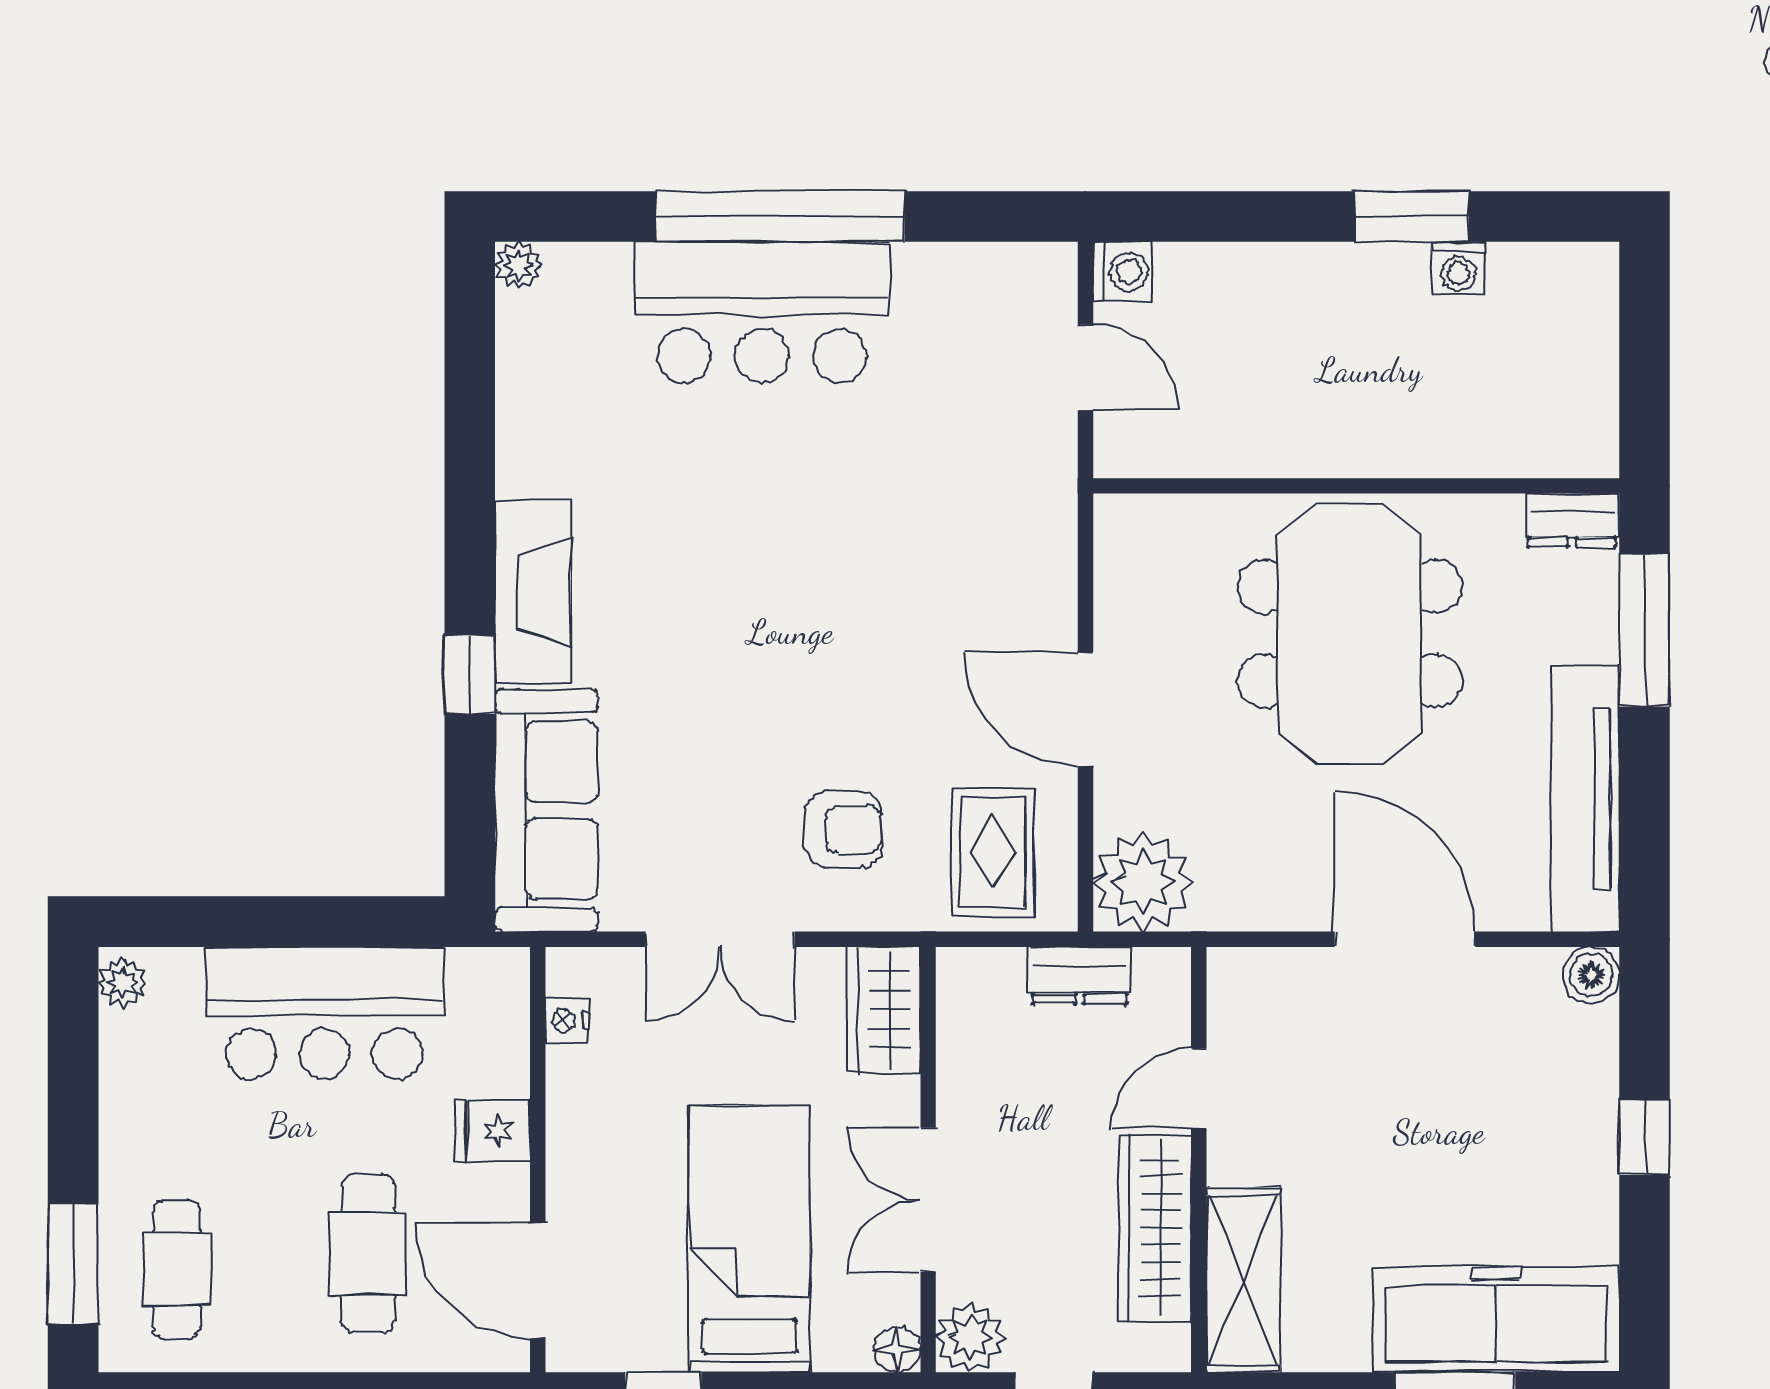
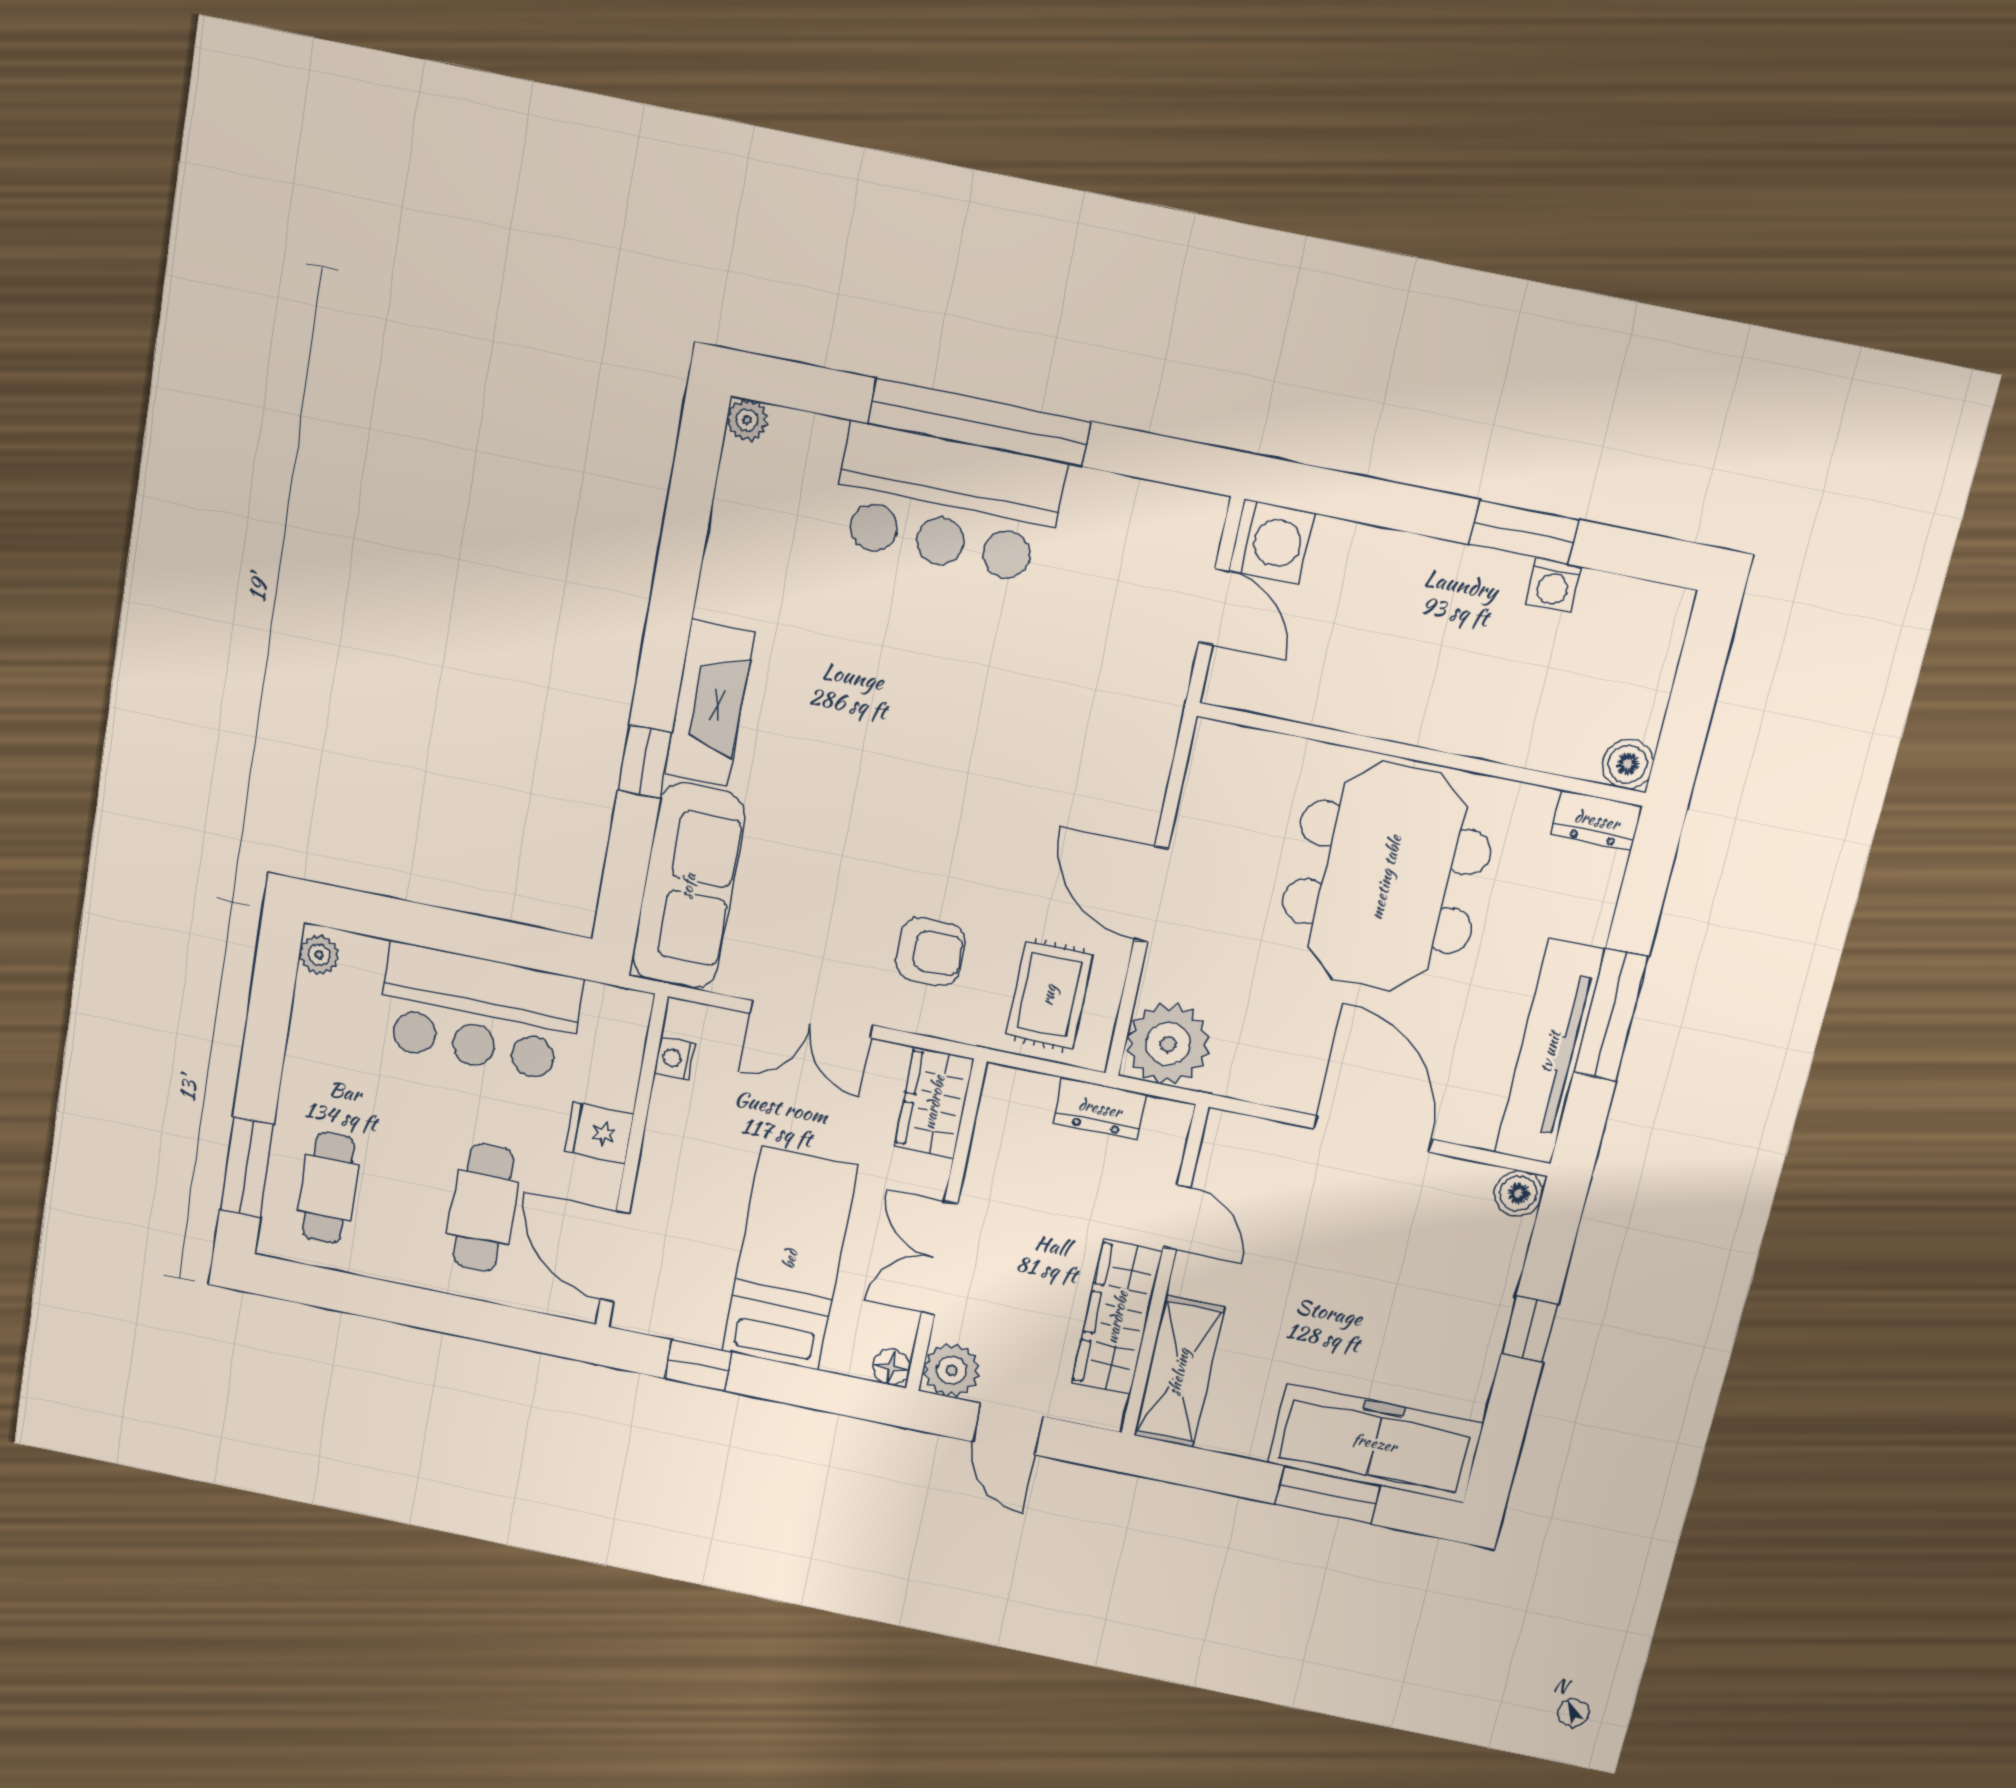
washing machine: (1123, 271) -> (1271, 542), width x1.38, depth x1.38
boiler: (1591, 450) -> (1628, 764), added
window: (1645, 630) -> (1611, 1015), moved
door: (1199, 1089) -> (1177, 1217), swing flipped

